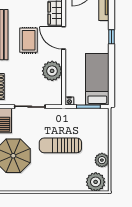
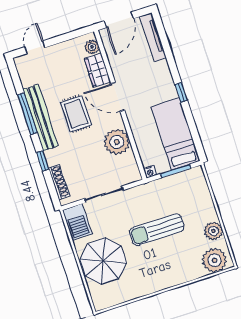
window: (112, 37) -> (181, 93), moved

